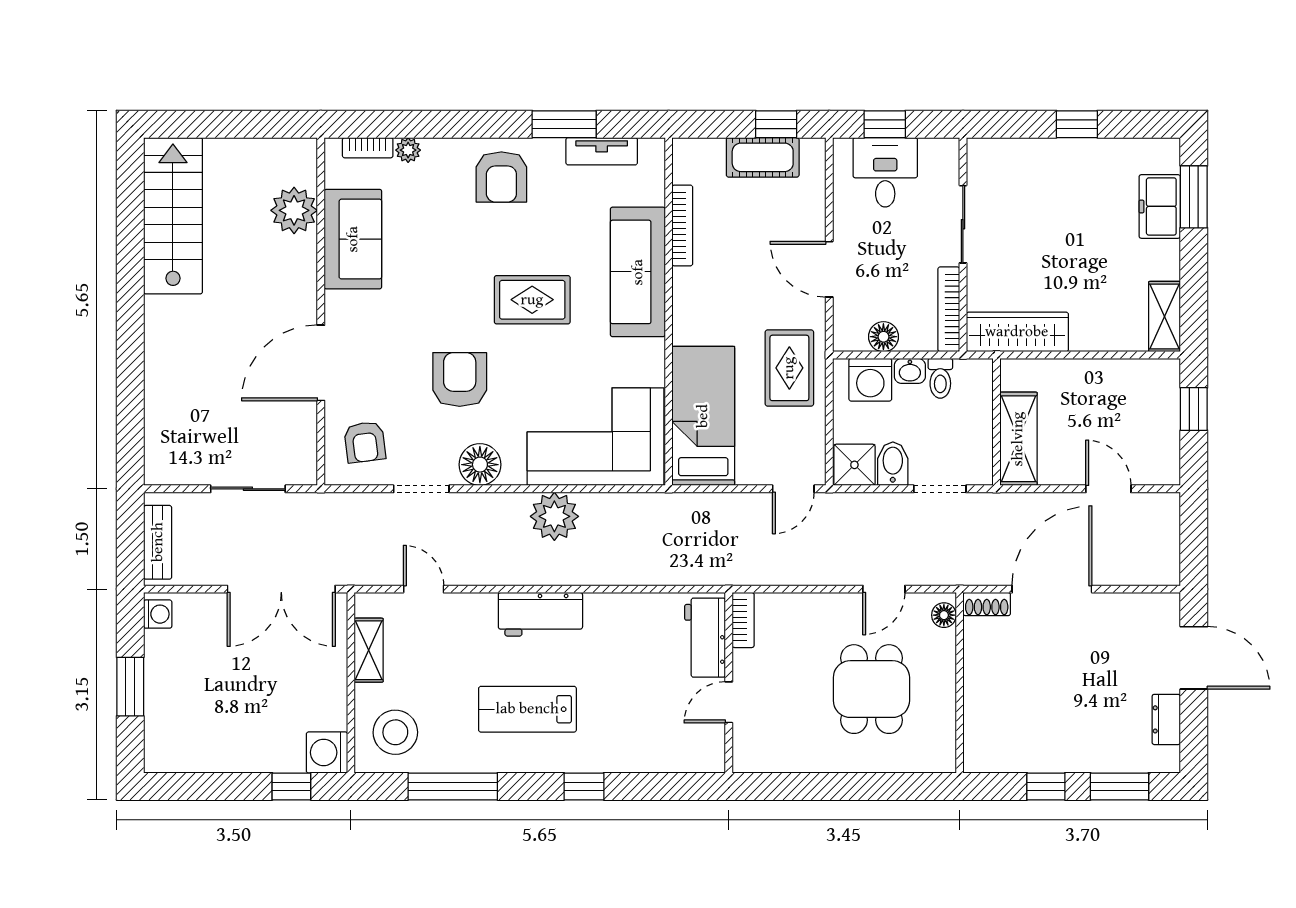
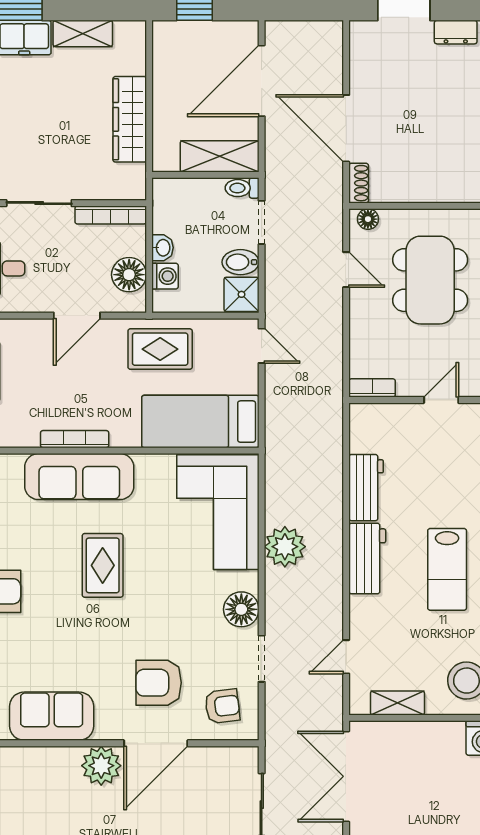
plant: (294, 210) -> (101, 766), moved
bookcase: (682, 225) -> (75, 439), moved
shelving: (1165, 317) -> (83, 33), moved
wardrobe: (1017, 332) -> (130, 119), moved
floor lamp: (883, 337) -> (129, 275), width x1.38, depth x1.38
door: (321, 363) -> (156, 743), hinge flipped
toilet: (940, 378) -> (242, 188), moved, turned 180
armchair: (460, 379) -> (159, 683), moved
washing machine: (870, 380) -> (165, 276), width x0.73, depth x0.73
door: (1108, 489) -> (262, 81), width x1.87
double door: (281, 589) -> (346, 776), swing flipped
workbench: (705, 638) -> (366, 488), moved, turned -90
dining table: (871, 689) -> (430, 280), width x1.38
door: (729, 702) -> (441, 400), swing flipped

